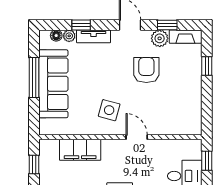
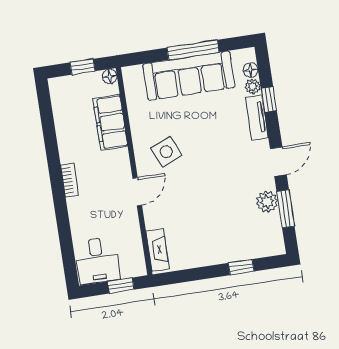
window: (167, 25) -> (286, 209), width x1.50
fireplace: (185, 37) -> (158, 250), moved, turned 180
armchair: (146, 70) -> (224, 191), removed
side table: (109, 110) -> (166, 152), turned -38
floor lamp: (45, 145) -> (110, 76), added

